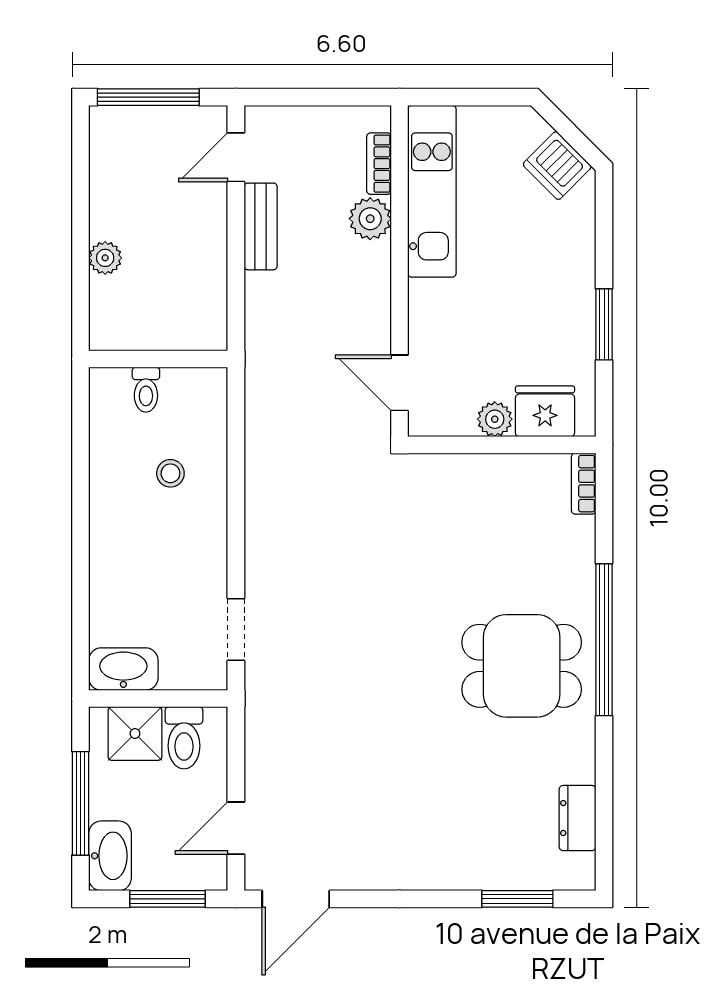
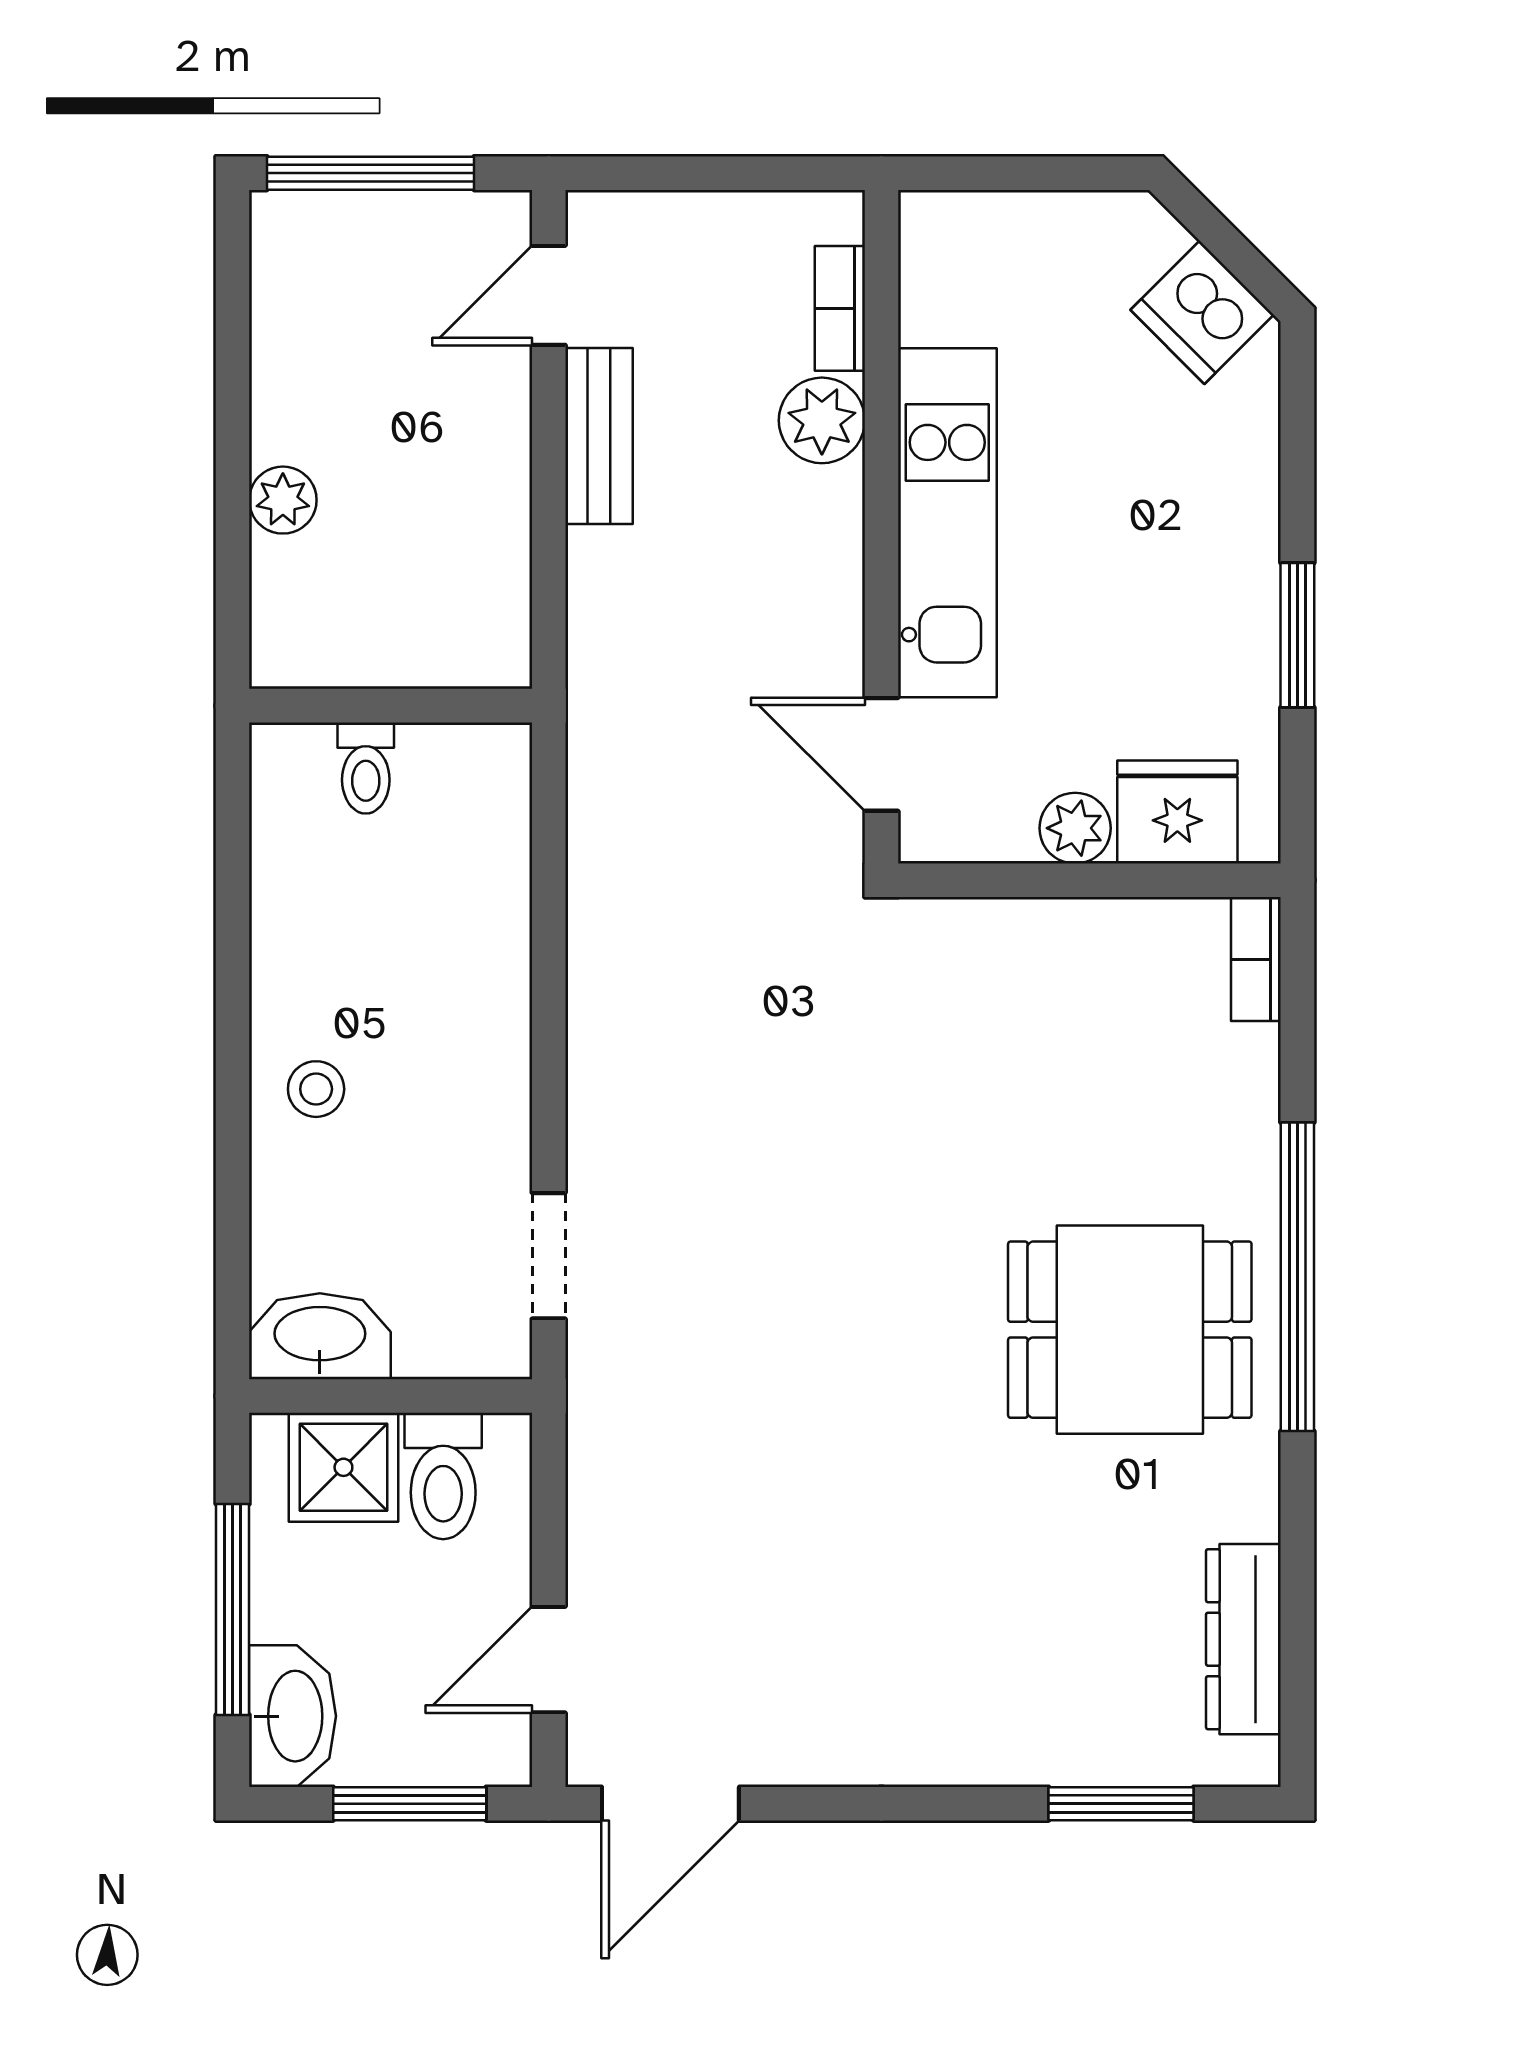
kitchen unit: (432, 191) -> (947, 523), moved
stool: (170, 473) -> (316, 1089), moved
dresser: (578, 818) -> (1243, 1639), width x1.44

